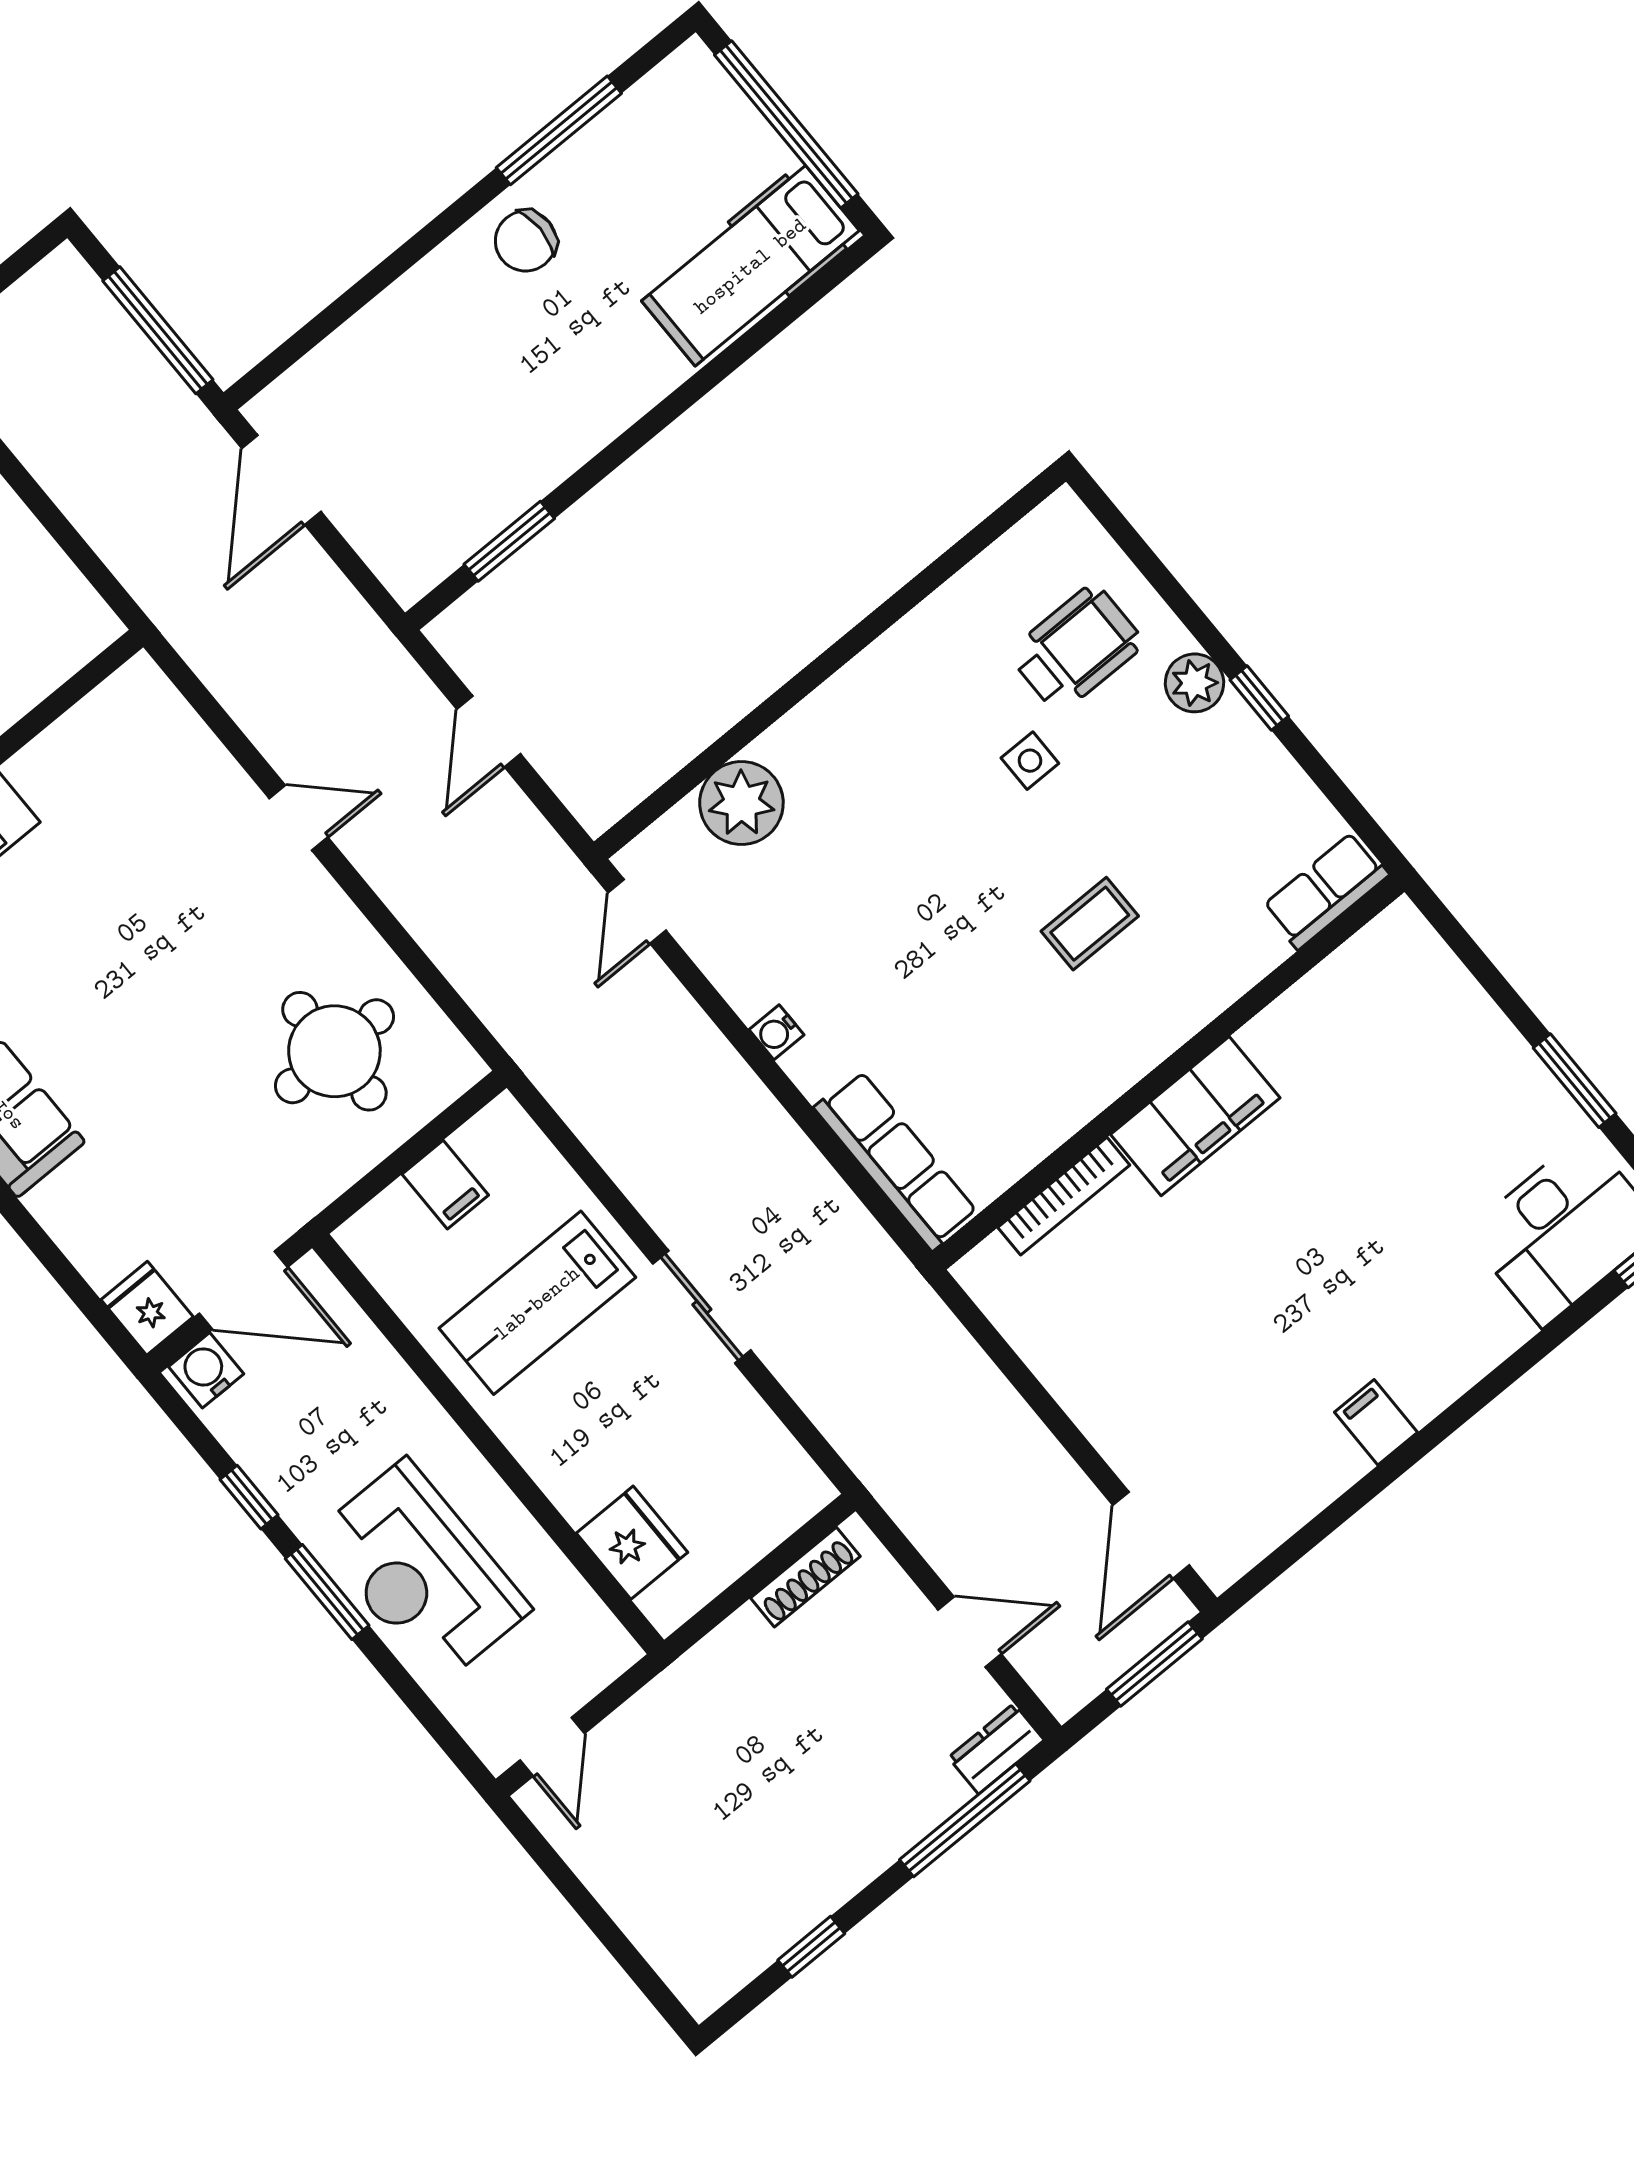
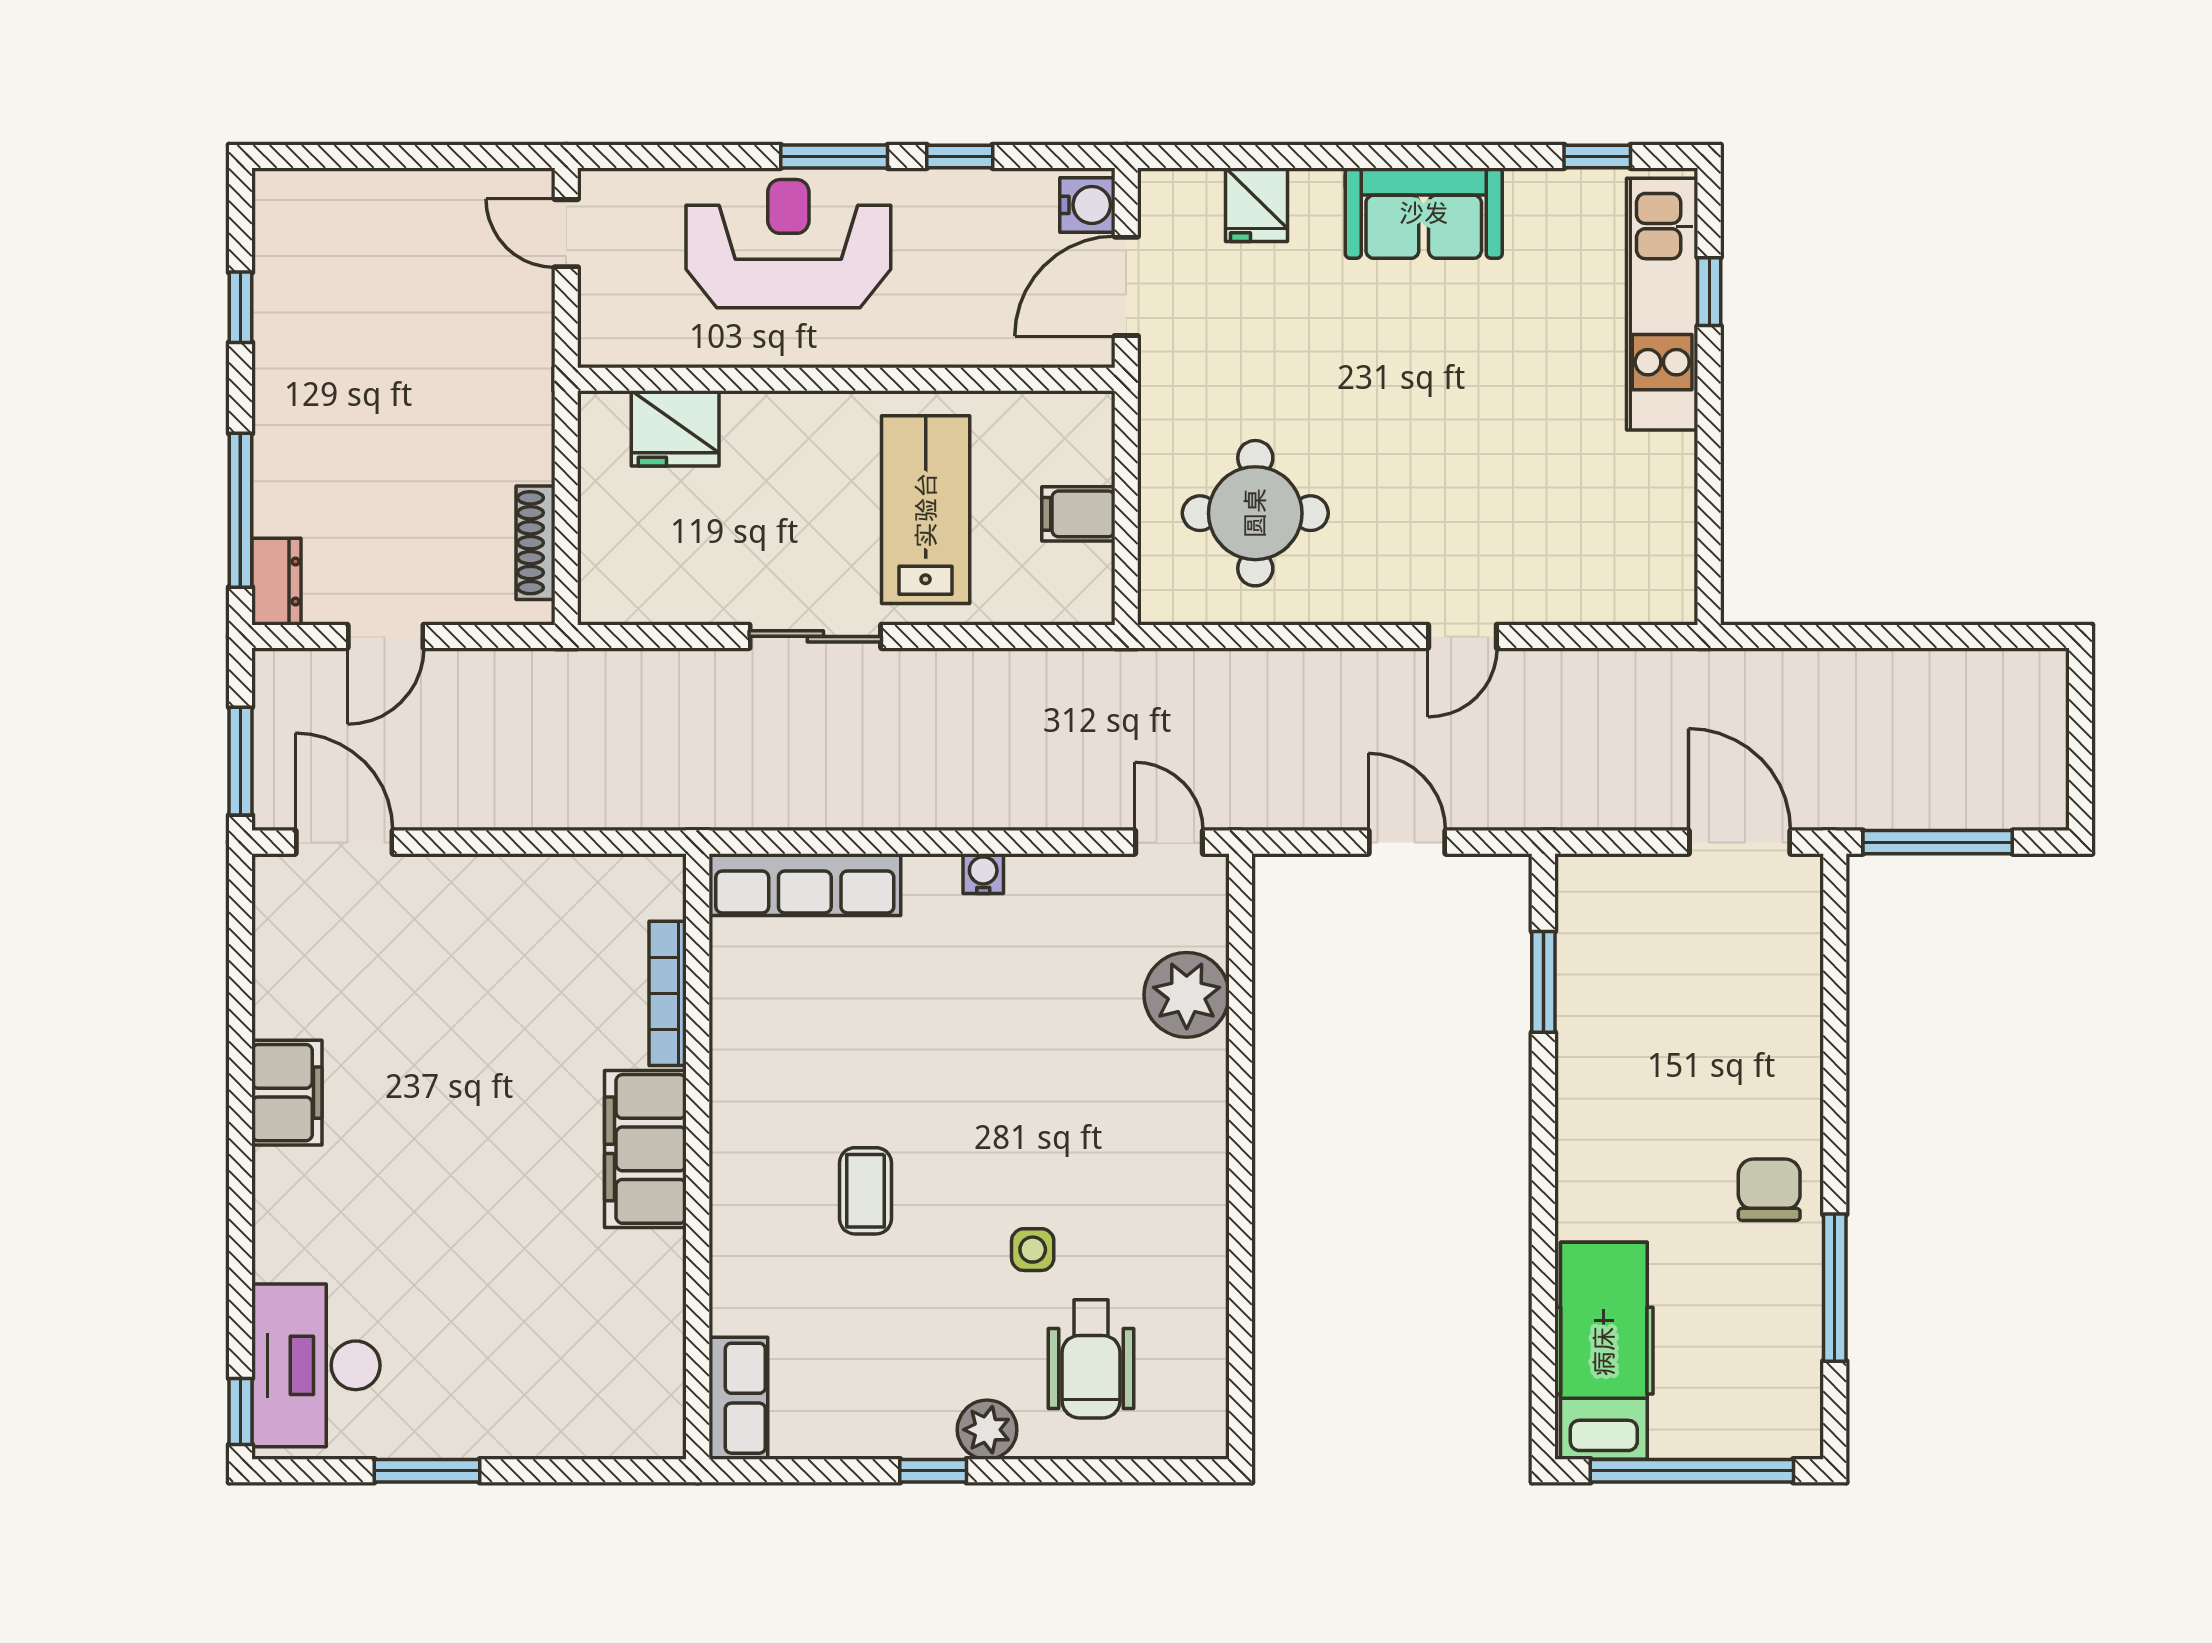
fridge: (147, 1308) -> (1257, 205), moved, turned 90
filing cabinet: (1376, 1422) -> (287, 1093), width x2.00

